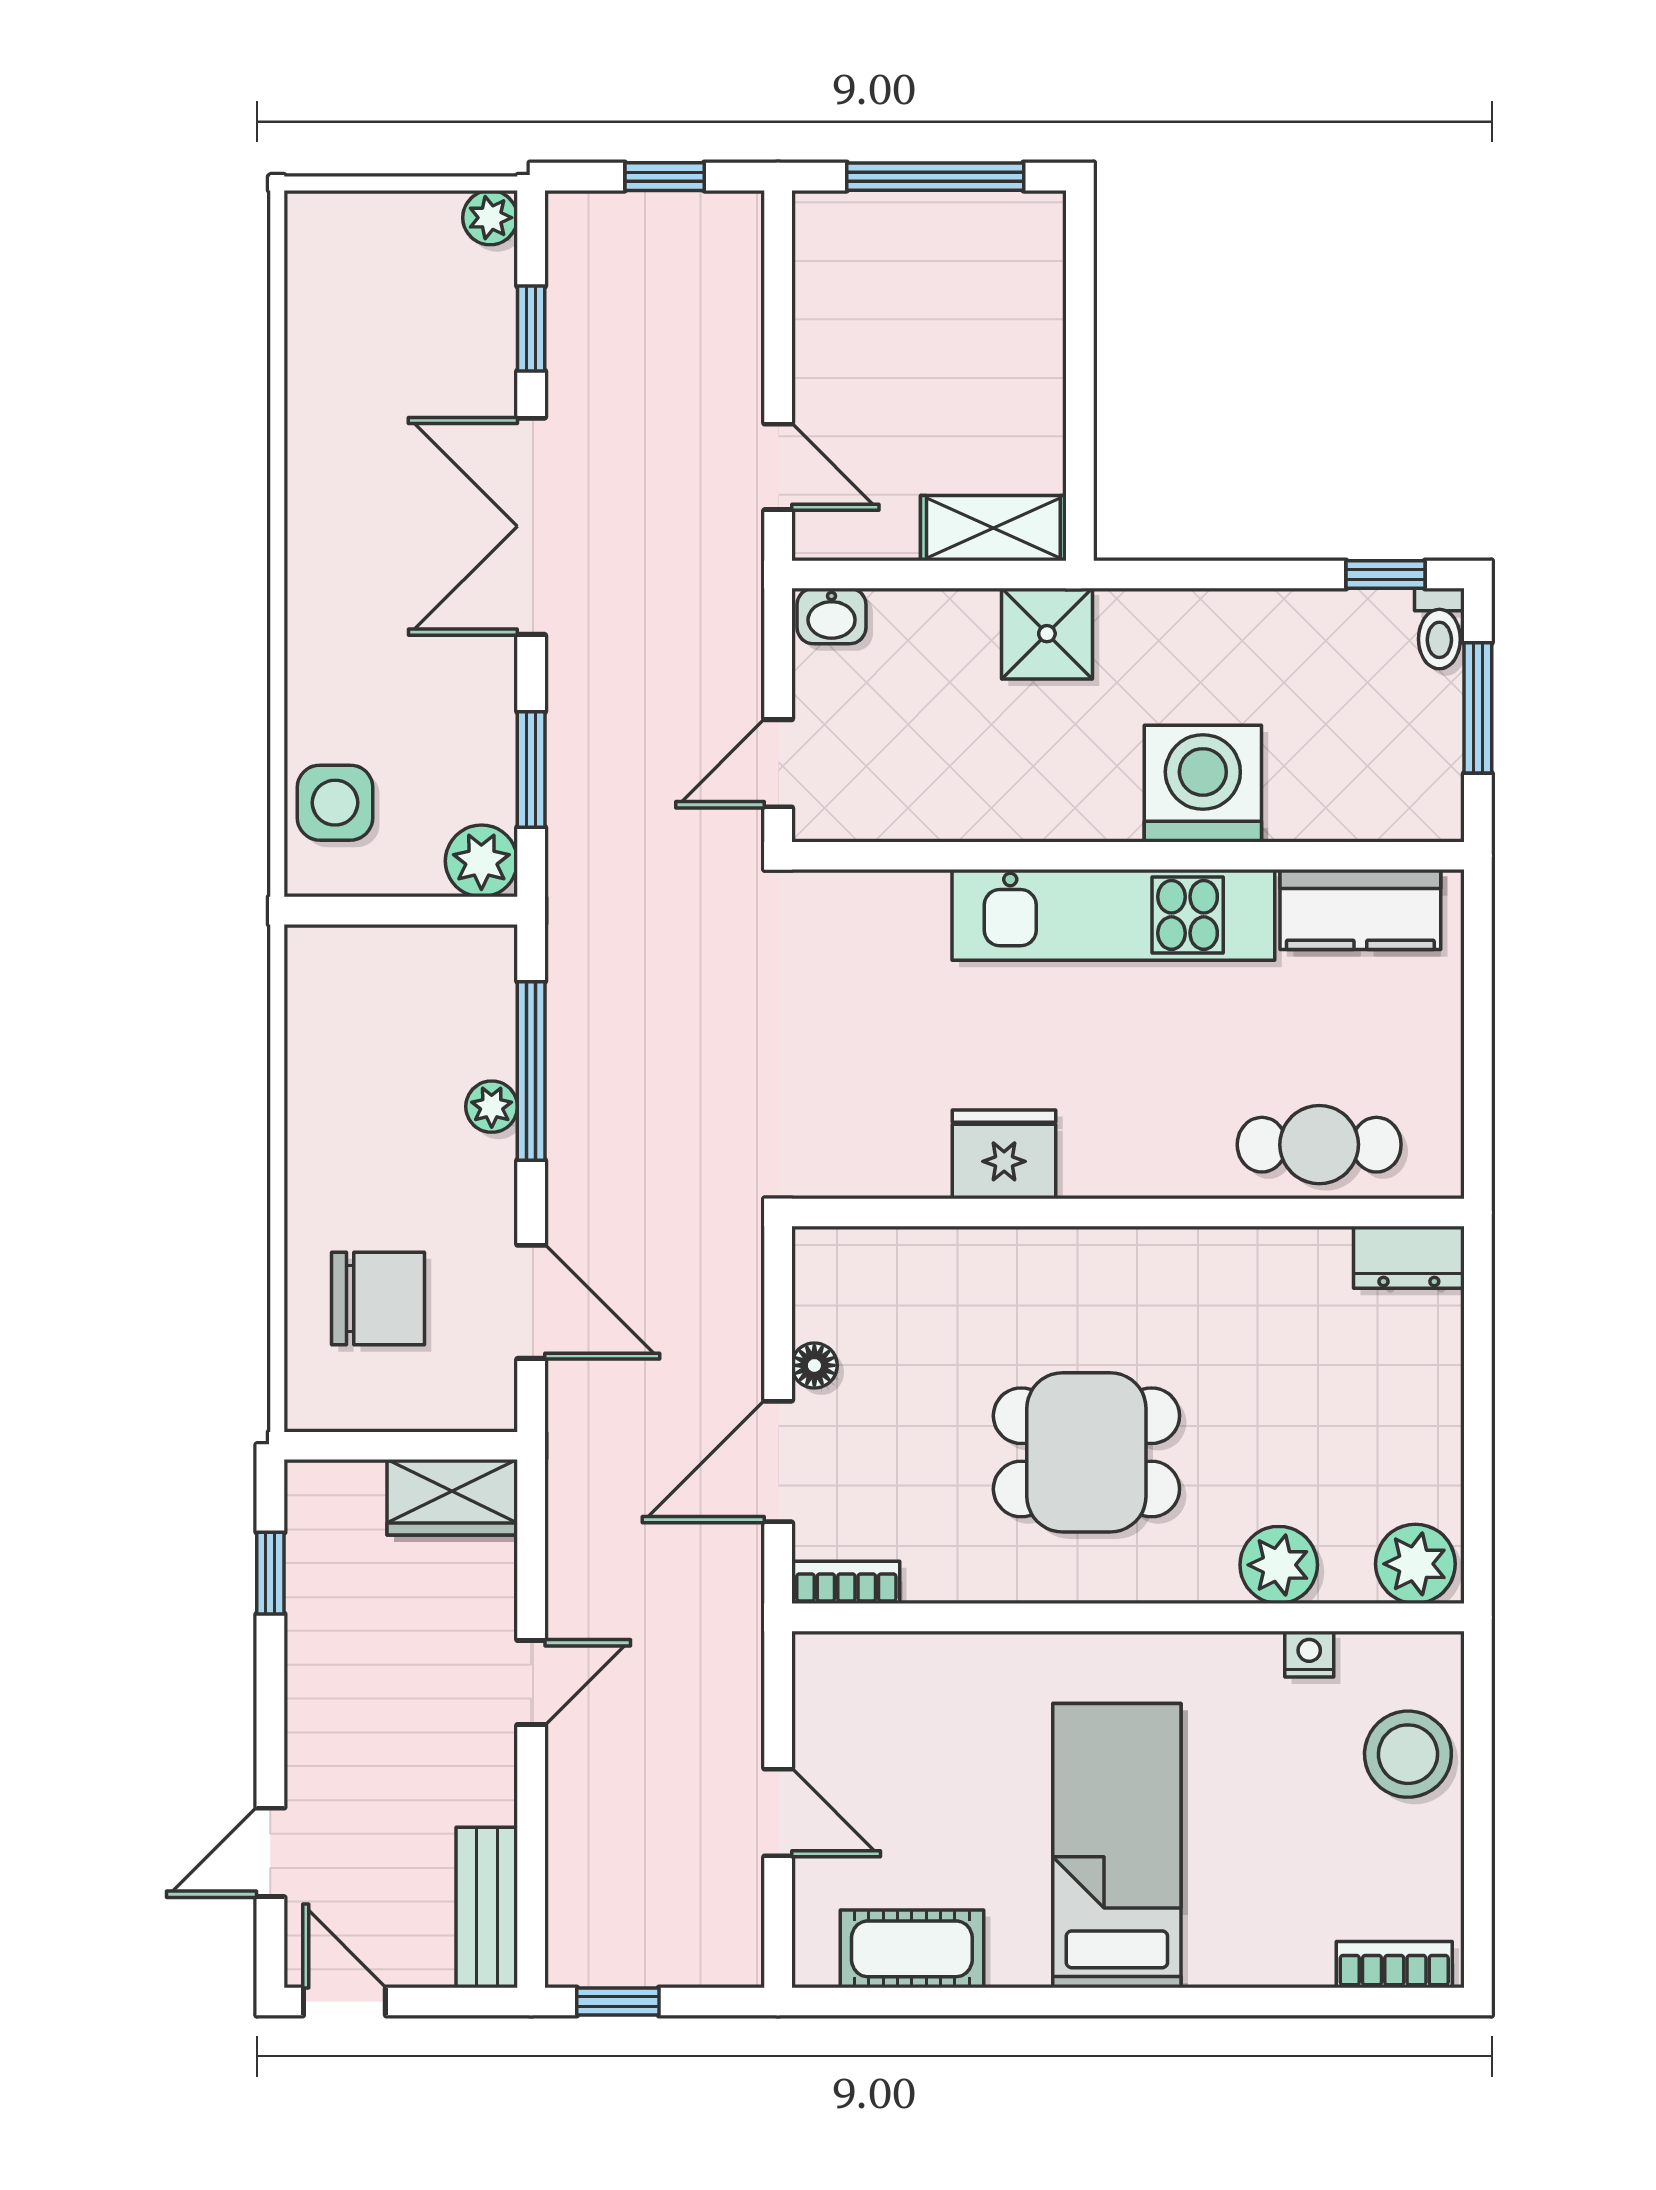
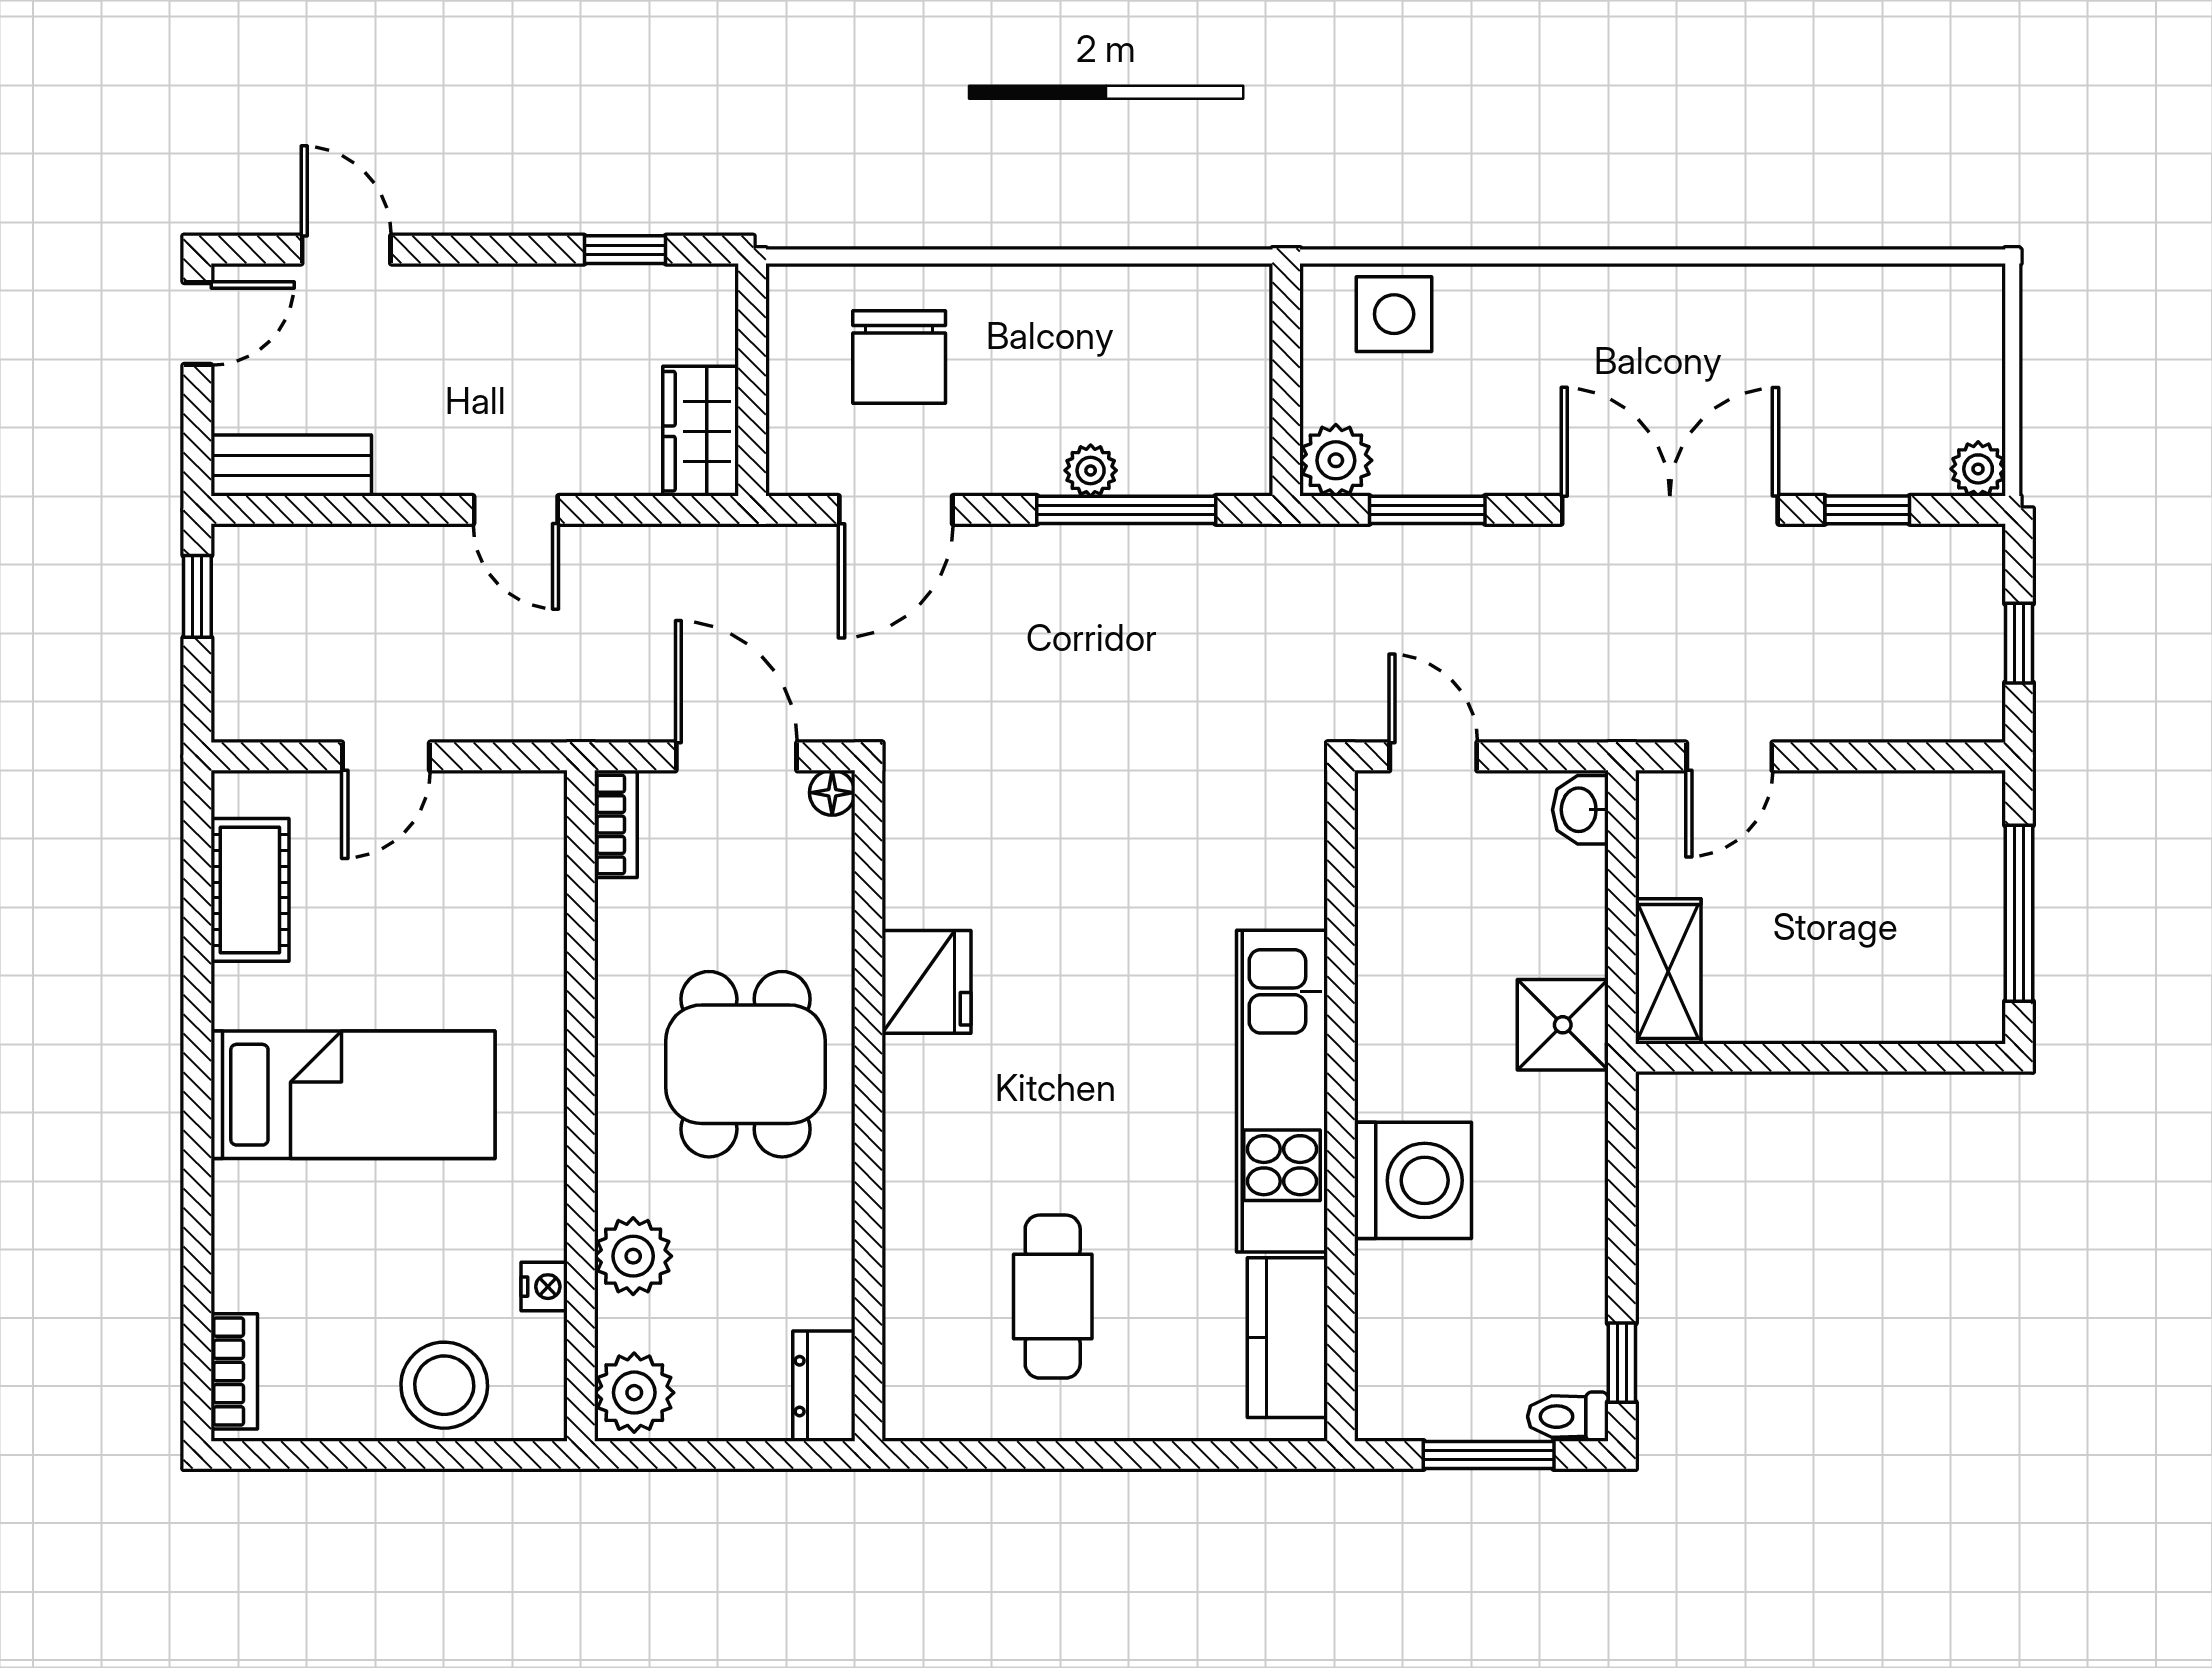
fridge: (1004, 1154) -> (927, 982), moved
wall: (1128, 1213) -> (869, 1106), moved
dresser: (1409, 1257) -> (824, 1386), moved

